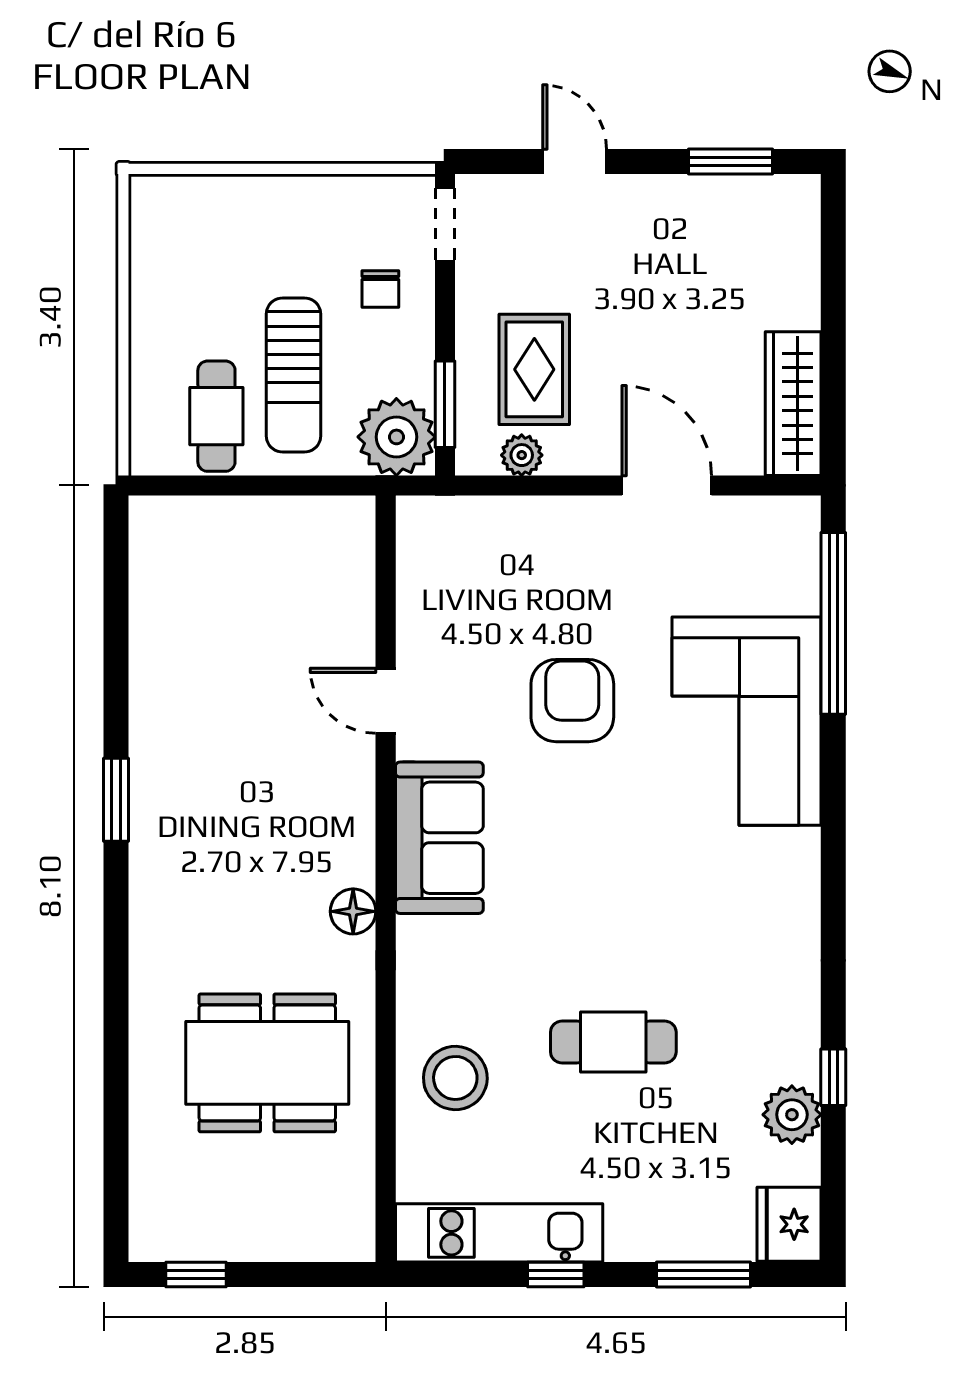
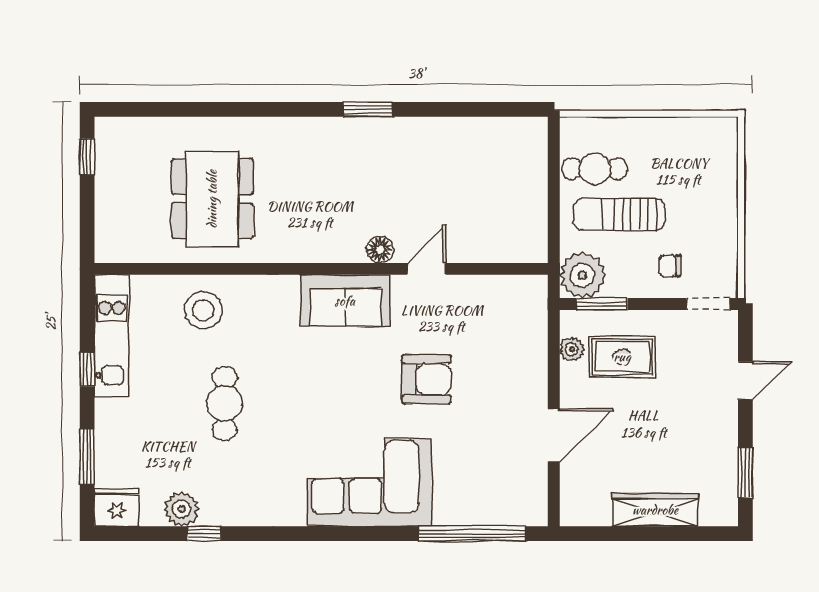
wardrobe: (793, 404) -> (655, 510), moved
corner sofa: (747, 721) -> (370, 482), moved
floor lamp: (353, 911) -> (380, 250), moved

